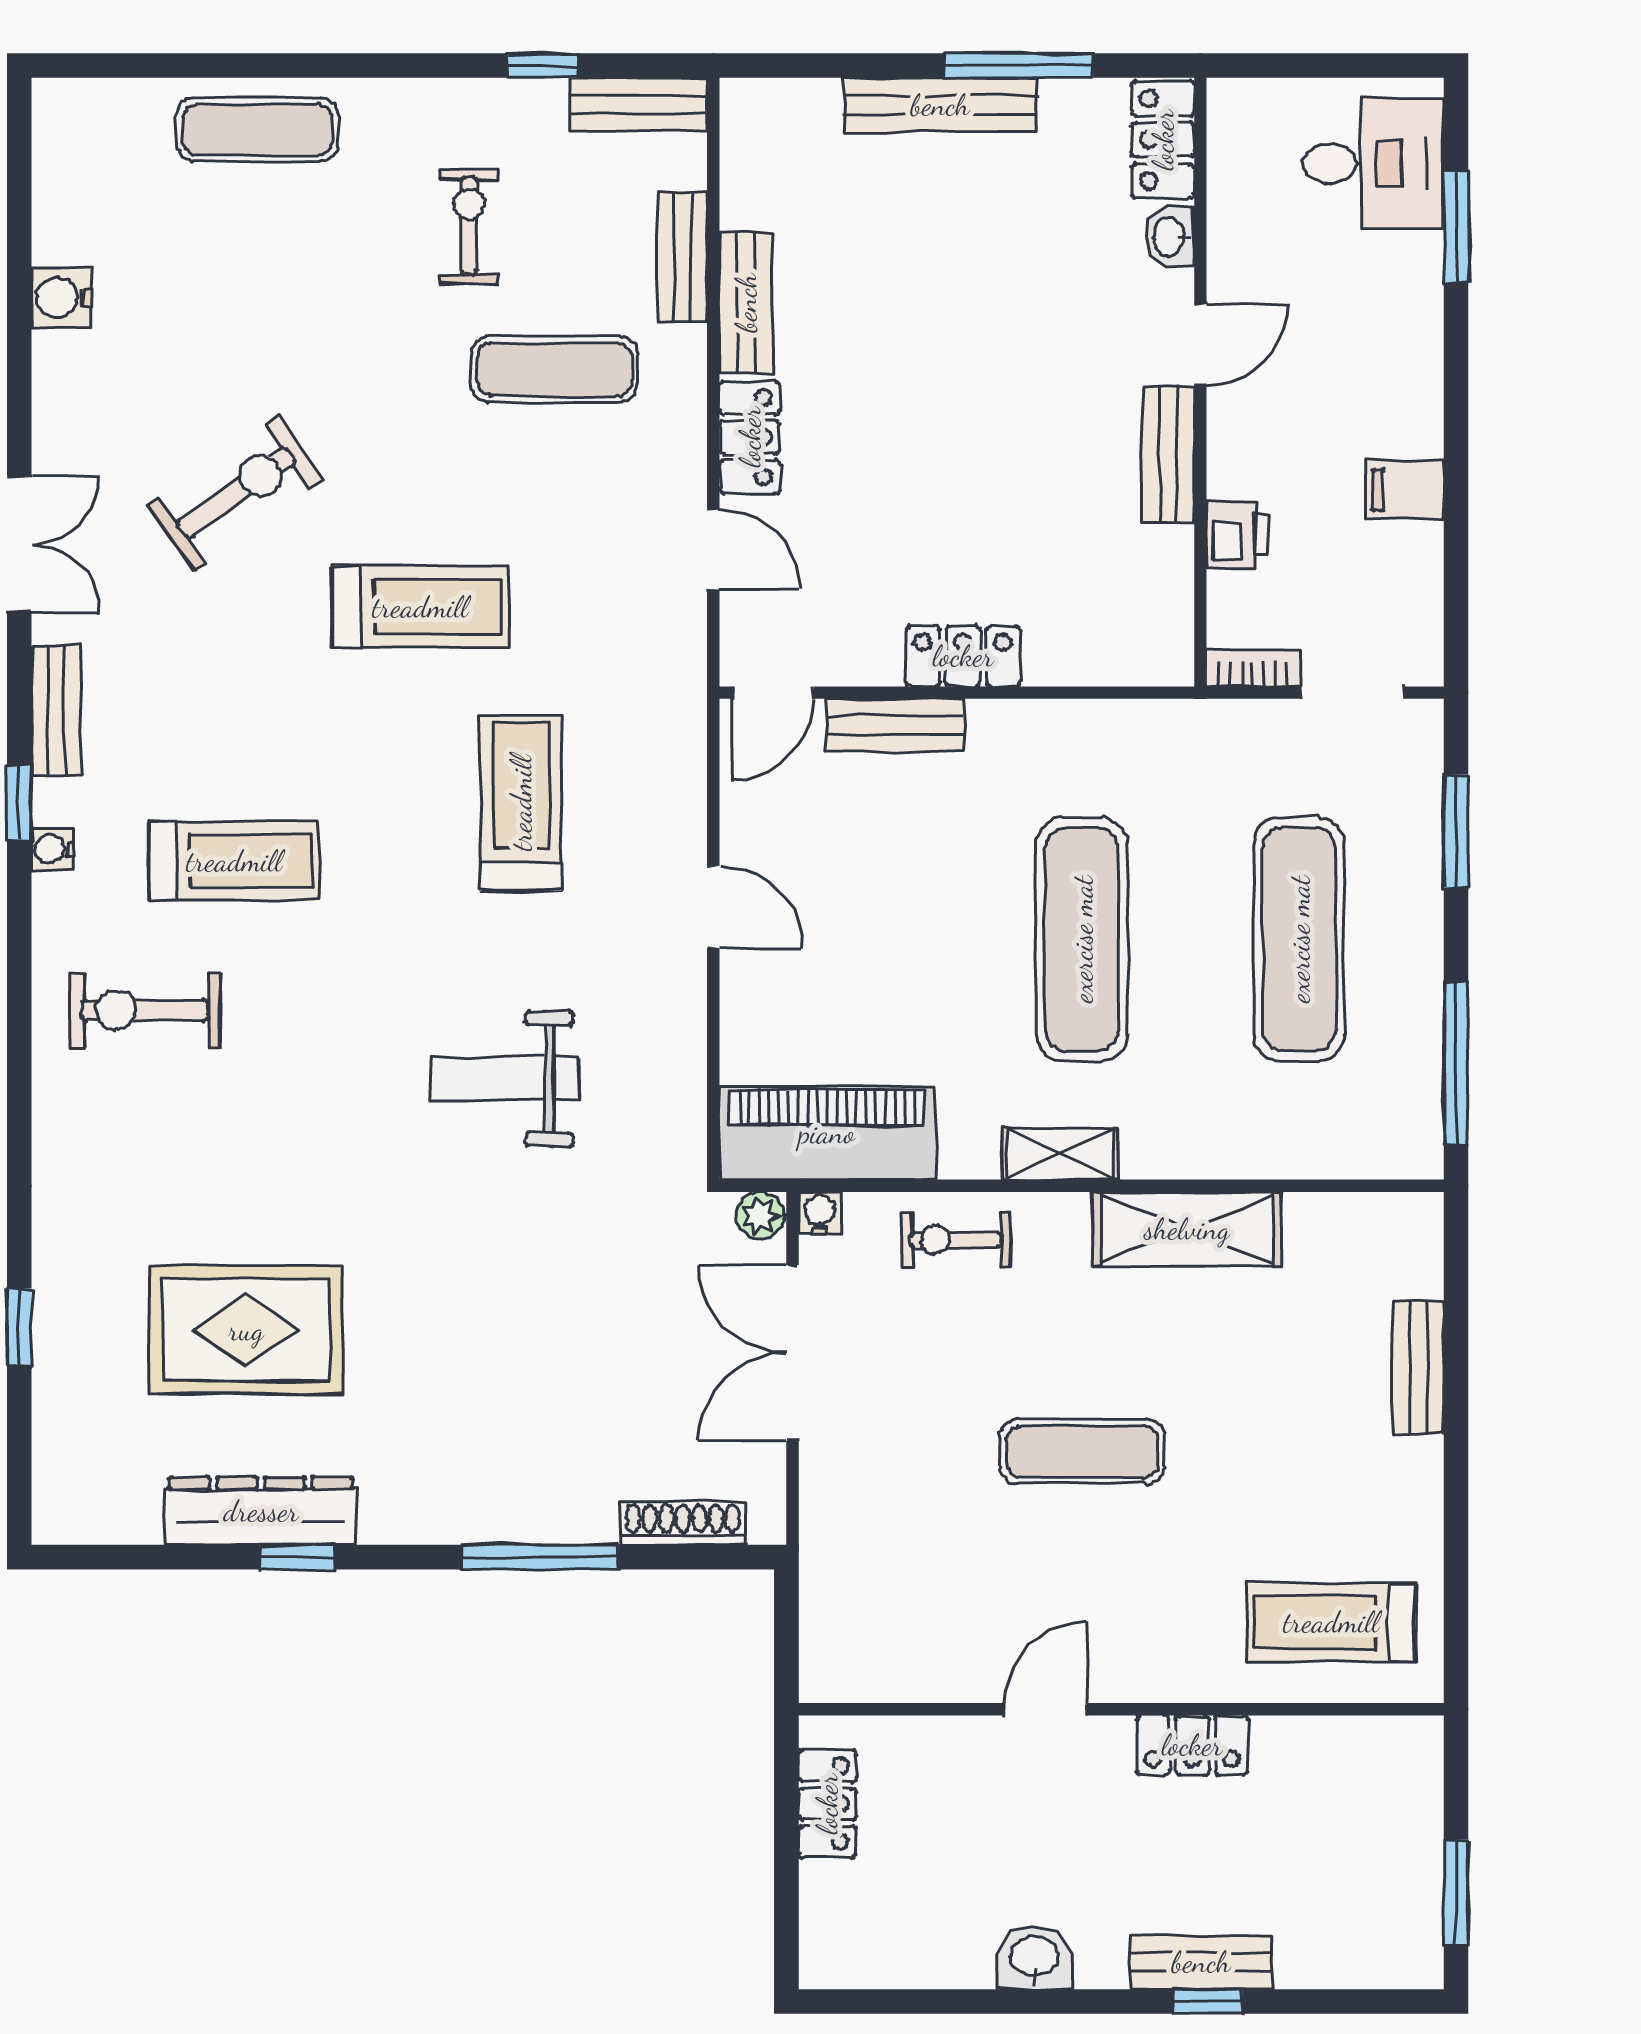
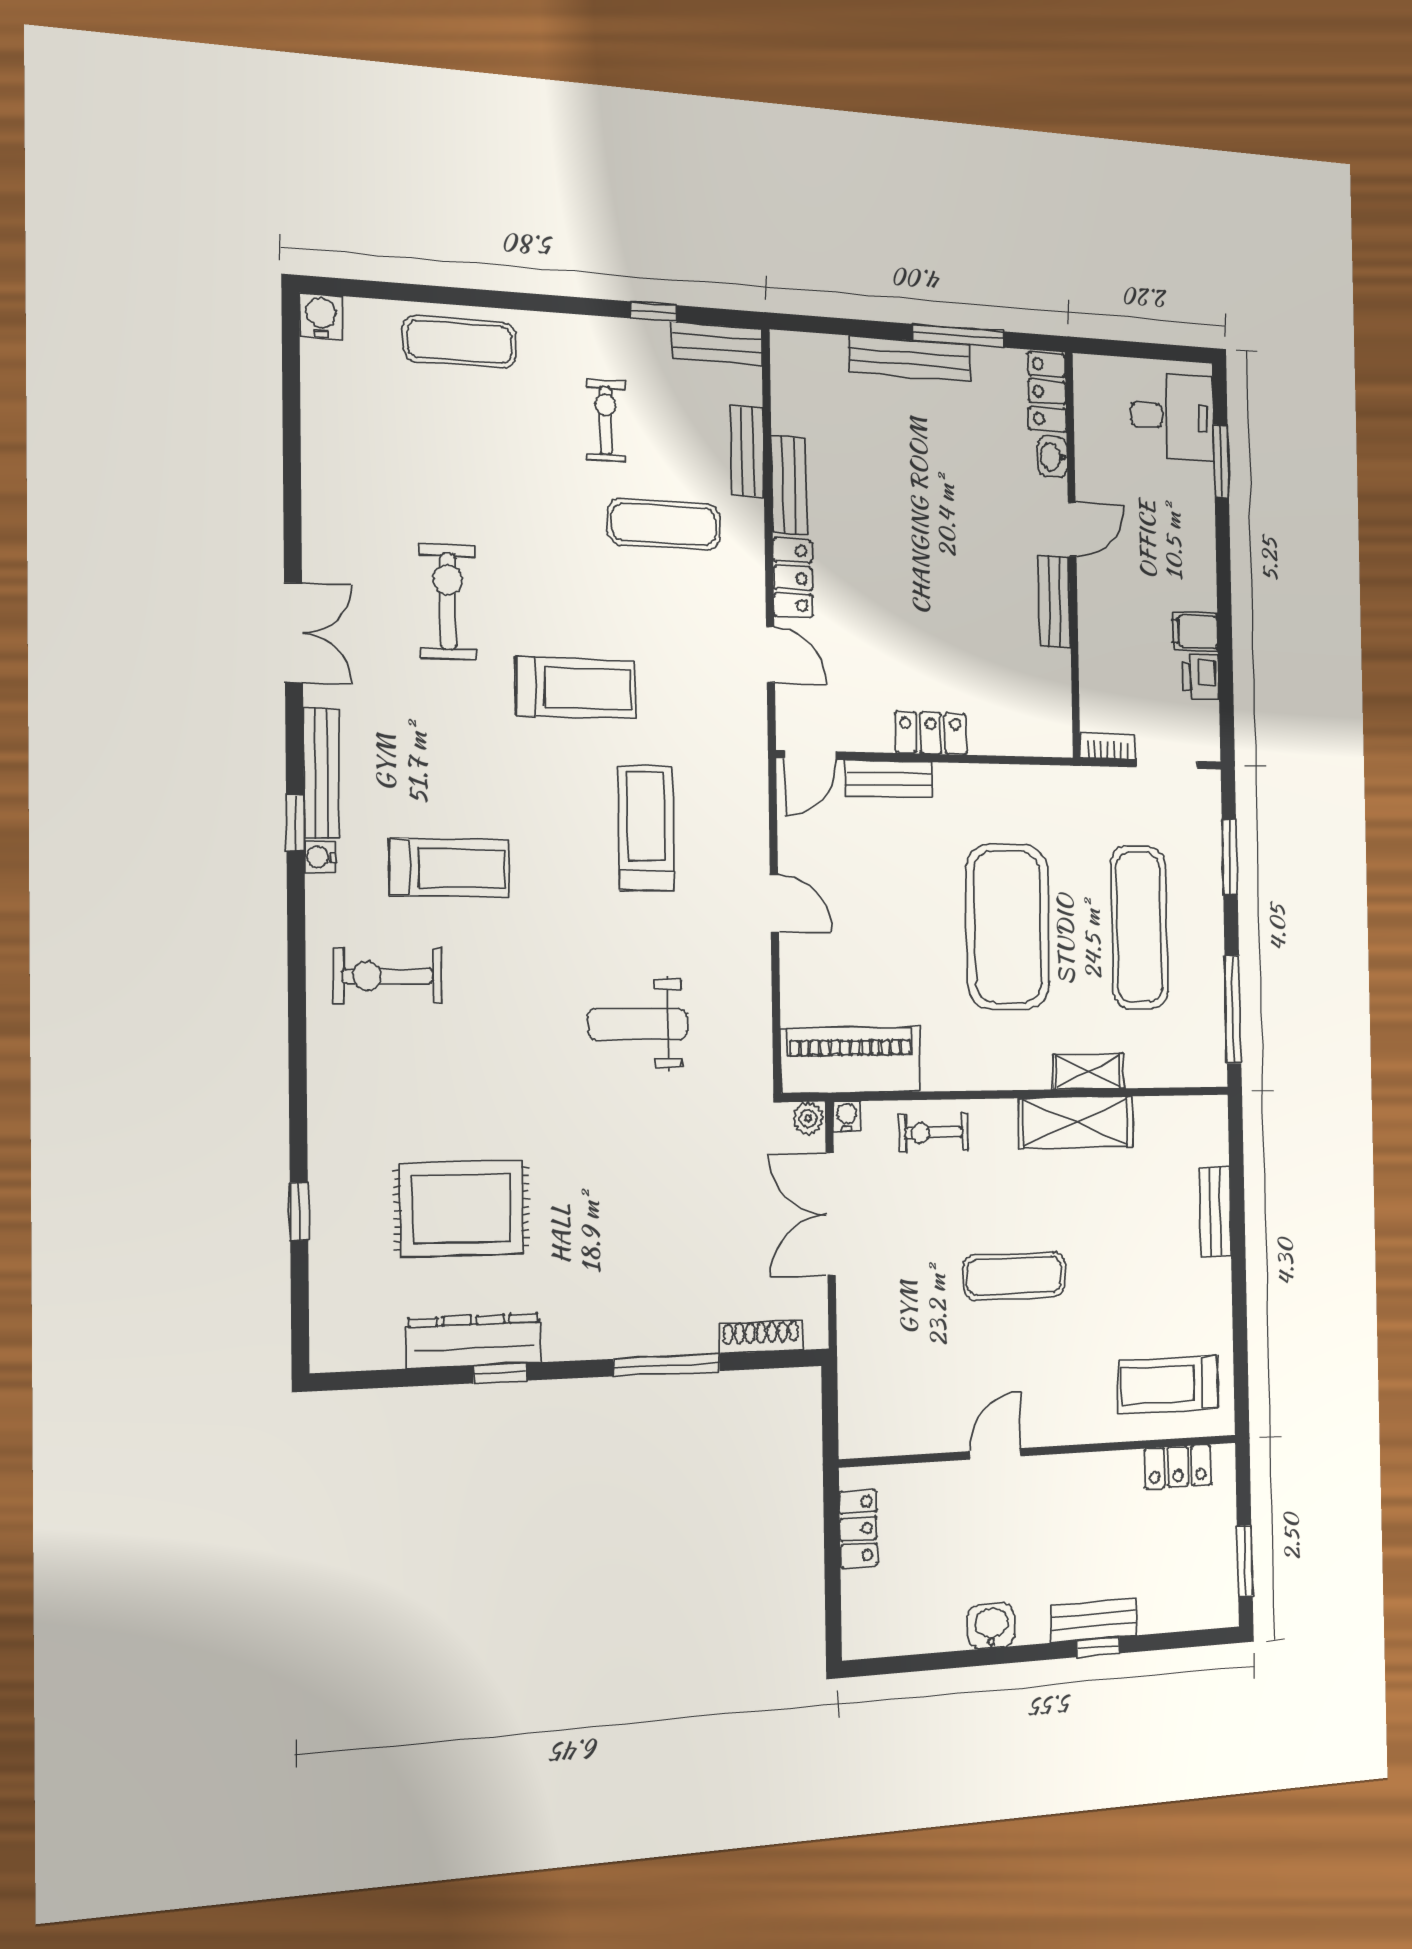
water cooler: (62, 297) -> (321, 316), moved, turned 90
exercise bike: (236, 493) -> (448, 602), turned -55
printer: (1237, 534) -> (1201, 677), moved, turned 180
bench: (56, 711) -> (322, 773), width x1.36
exercise mat: (1082, 939) -> (1008, 927), width x1.47
shelving: (1060, 1154) -> (1088, 1071), moved
locker: (1192, 1745) -> (1178, 1467), moved

